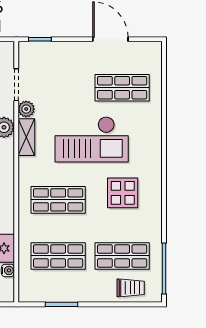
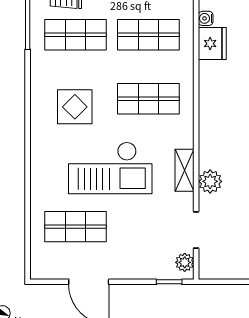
plant: (26, 109) -> (185, 262), moved
checkout: (92, 139) -> (110, 168), turned 180

